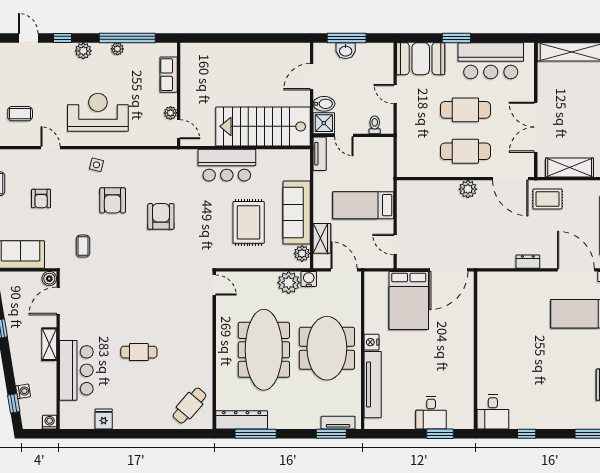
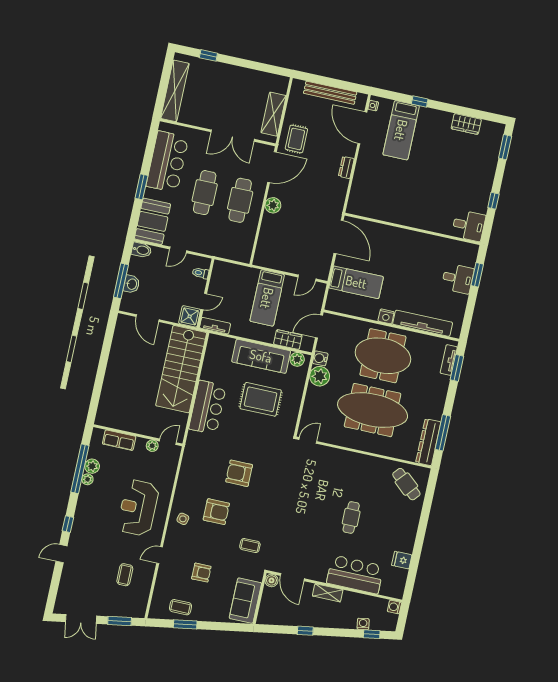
plant: (83, 51) -> (92, 466), moved
bidet: (324, 104) -> (141, 250), moved, turned 90
door: (576, 270) -> (362, 128), hinge flipped
bed: (409, 300) -> (356, 282), width x0.67

